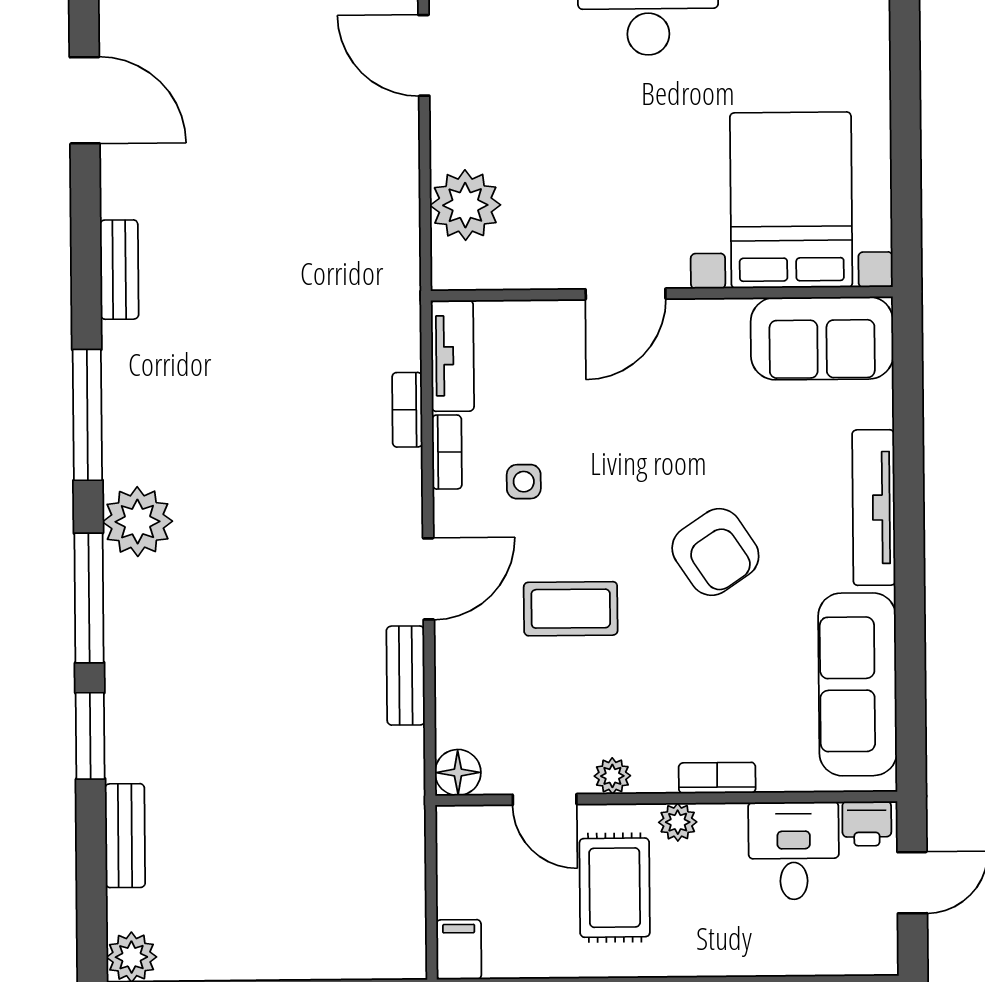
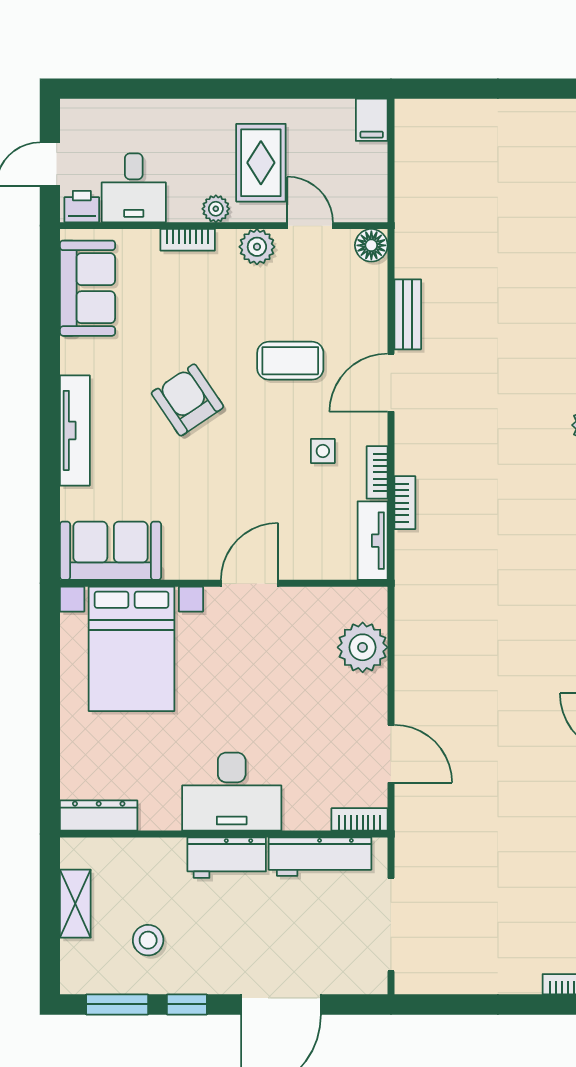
sofa: (857, 684) -> (88, 288), width x0.73
plant: (612, 776) -> (257, 247), width x1.38, depth x1.38

